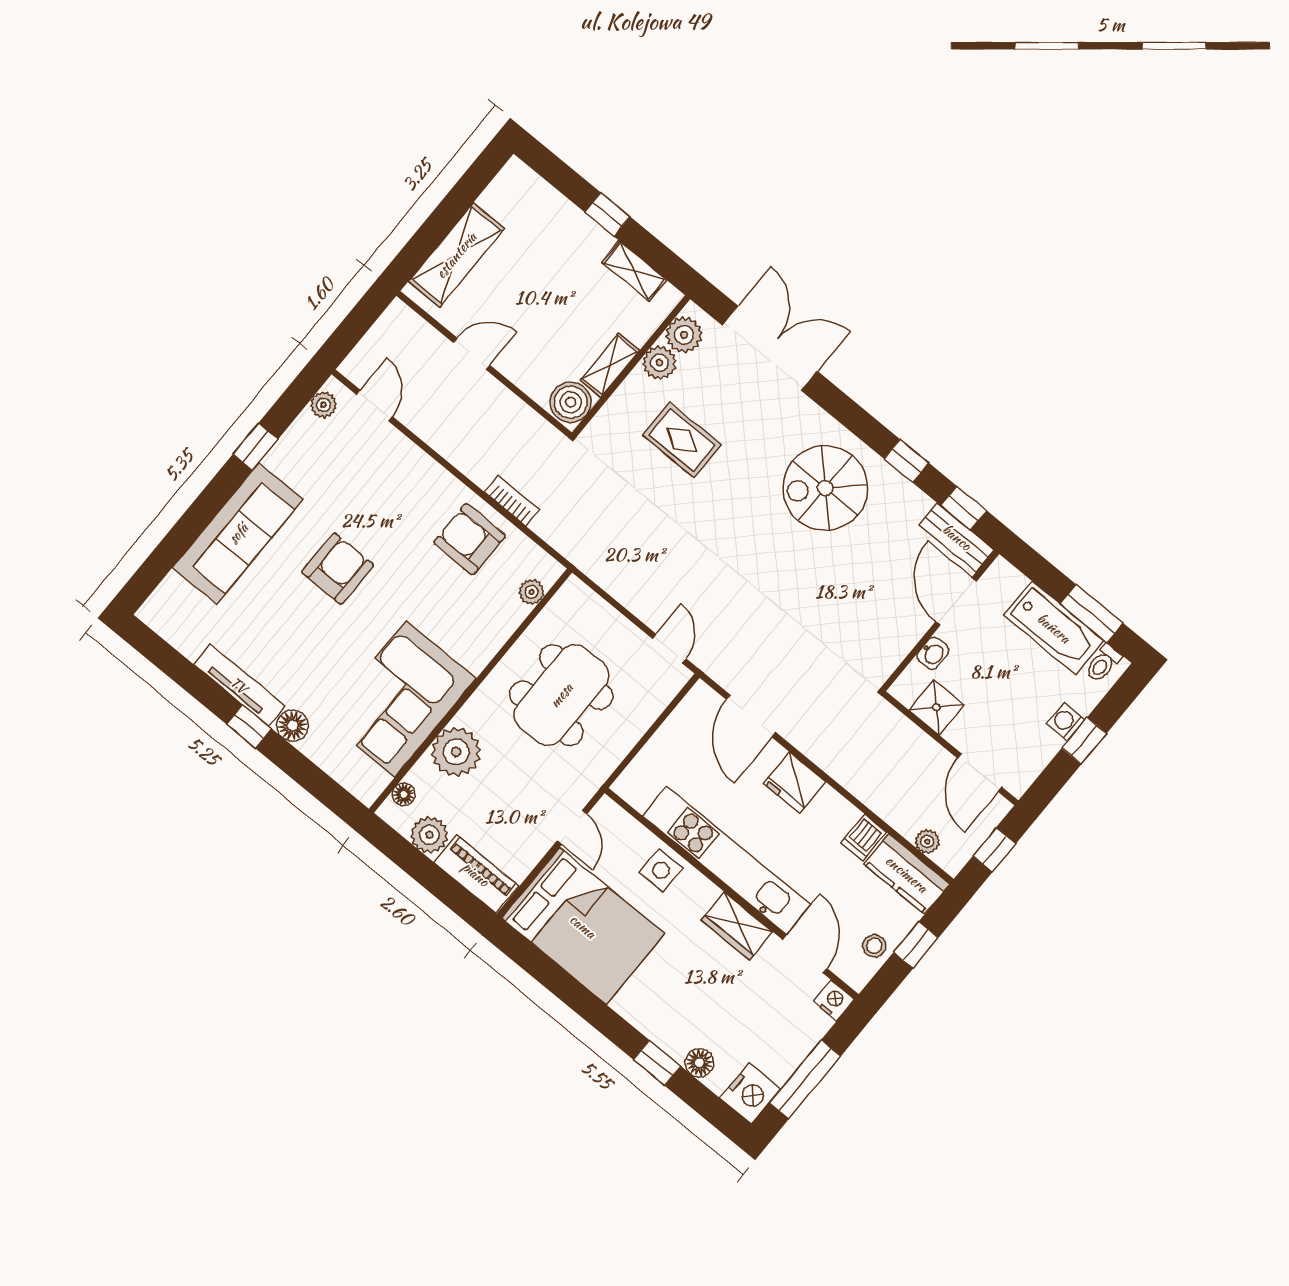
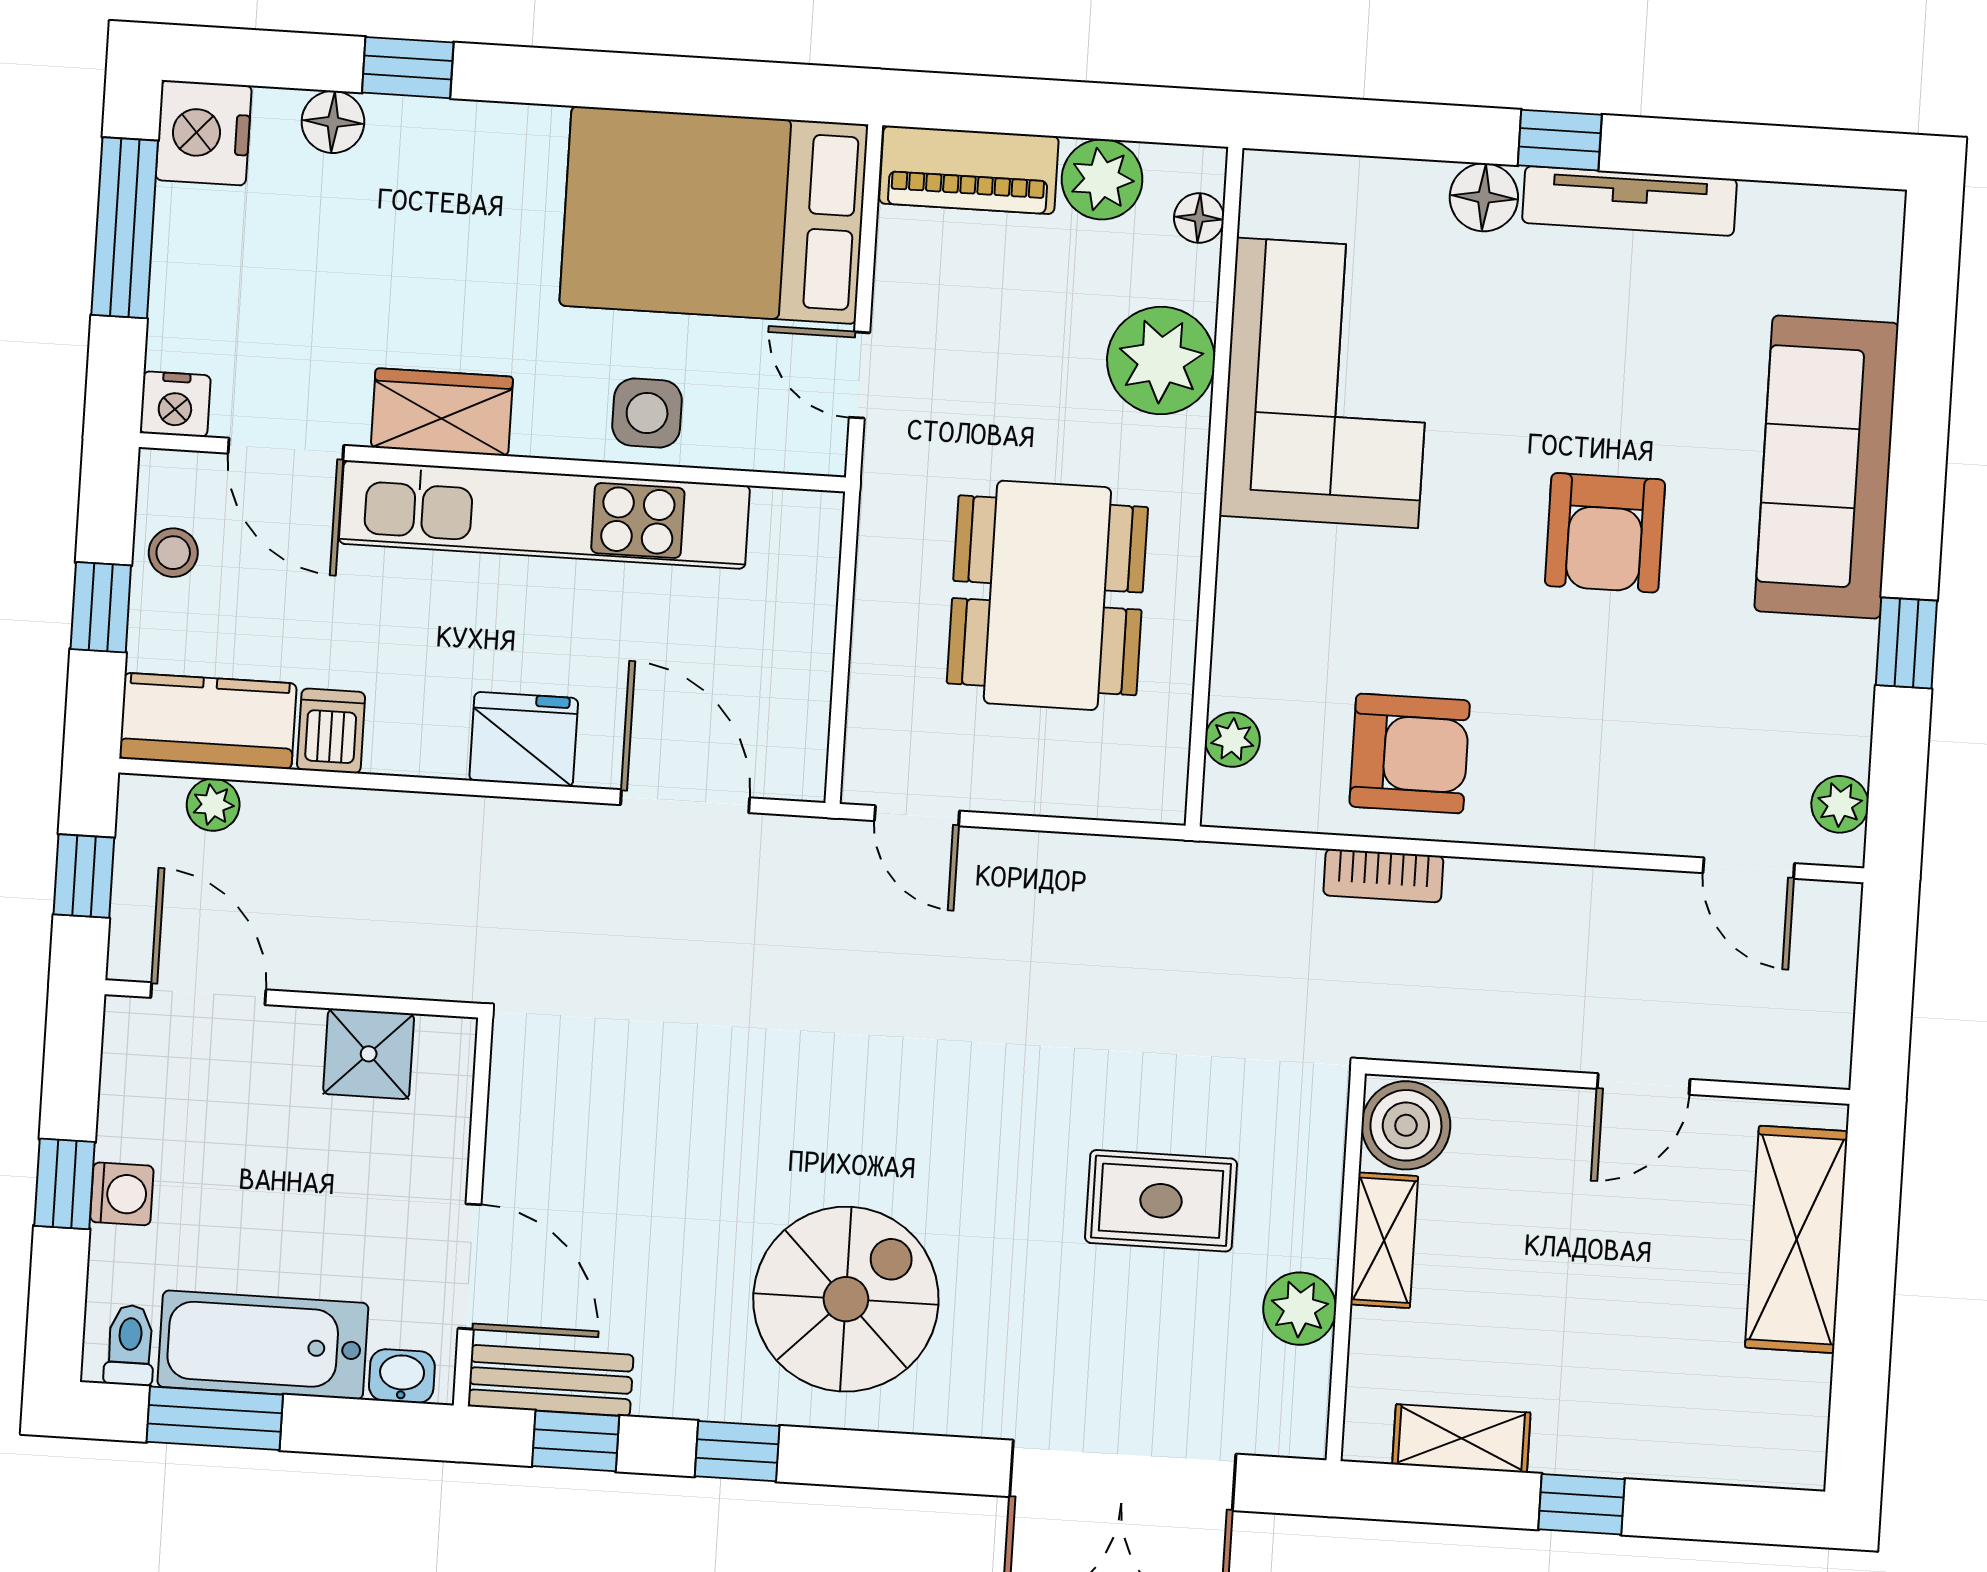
plant: (684, 335) -> (1292, 1389), removed
washbasin: (933, 653) -> (402, 1376), moved, turned 90

